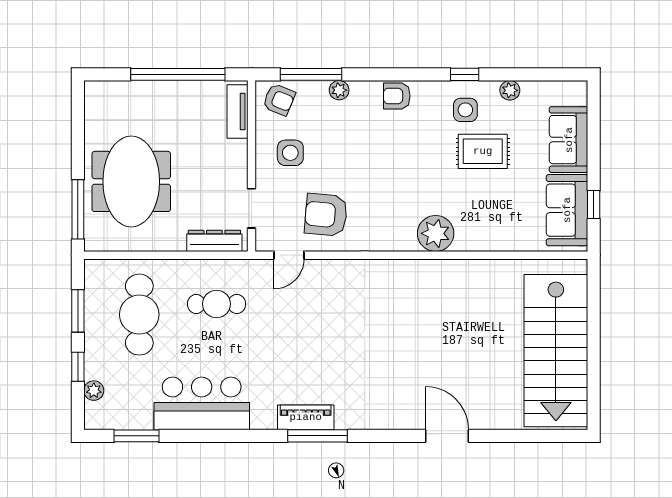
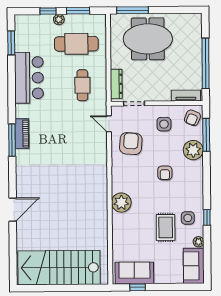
plant: (339, 90) -> (193, 150), width x1.87, depth x1.87
armchair: (397, 96) -> (165, 173), moved, turned 180
sofa: (569, 140) -> (194, 266), moved, turned -90
plant: (94, 391) -> (59, 20), moved

